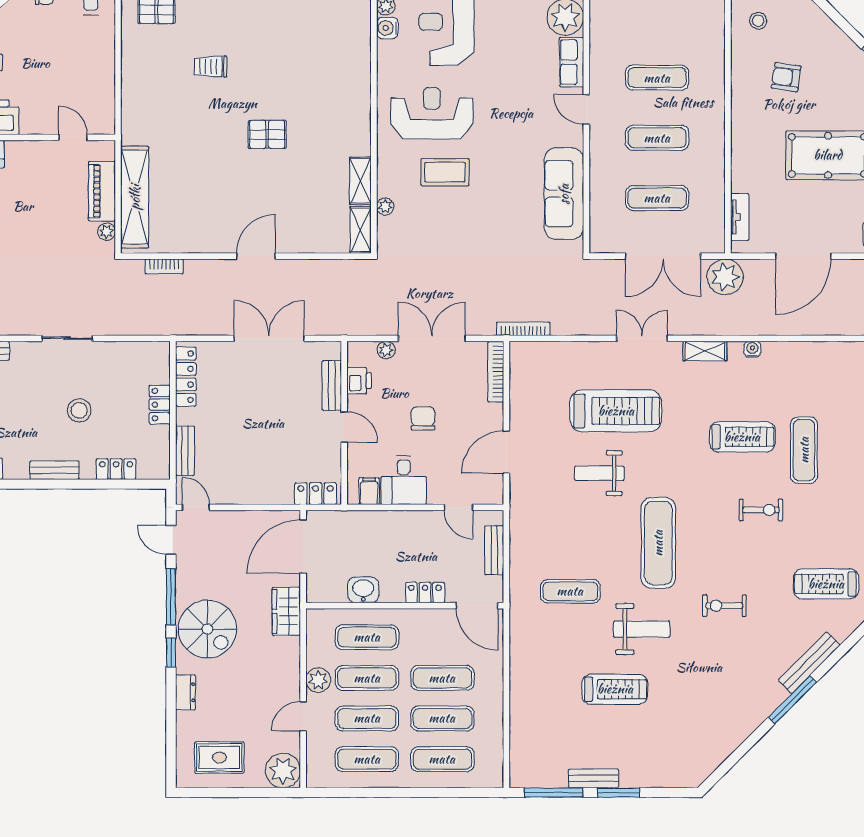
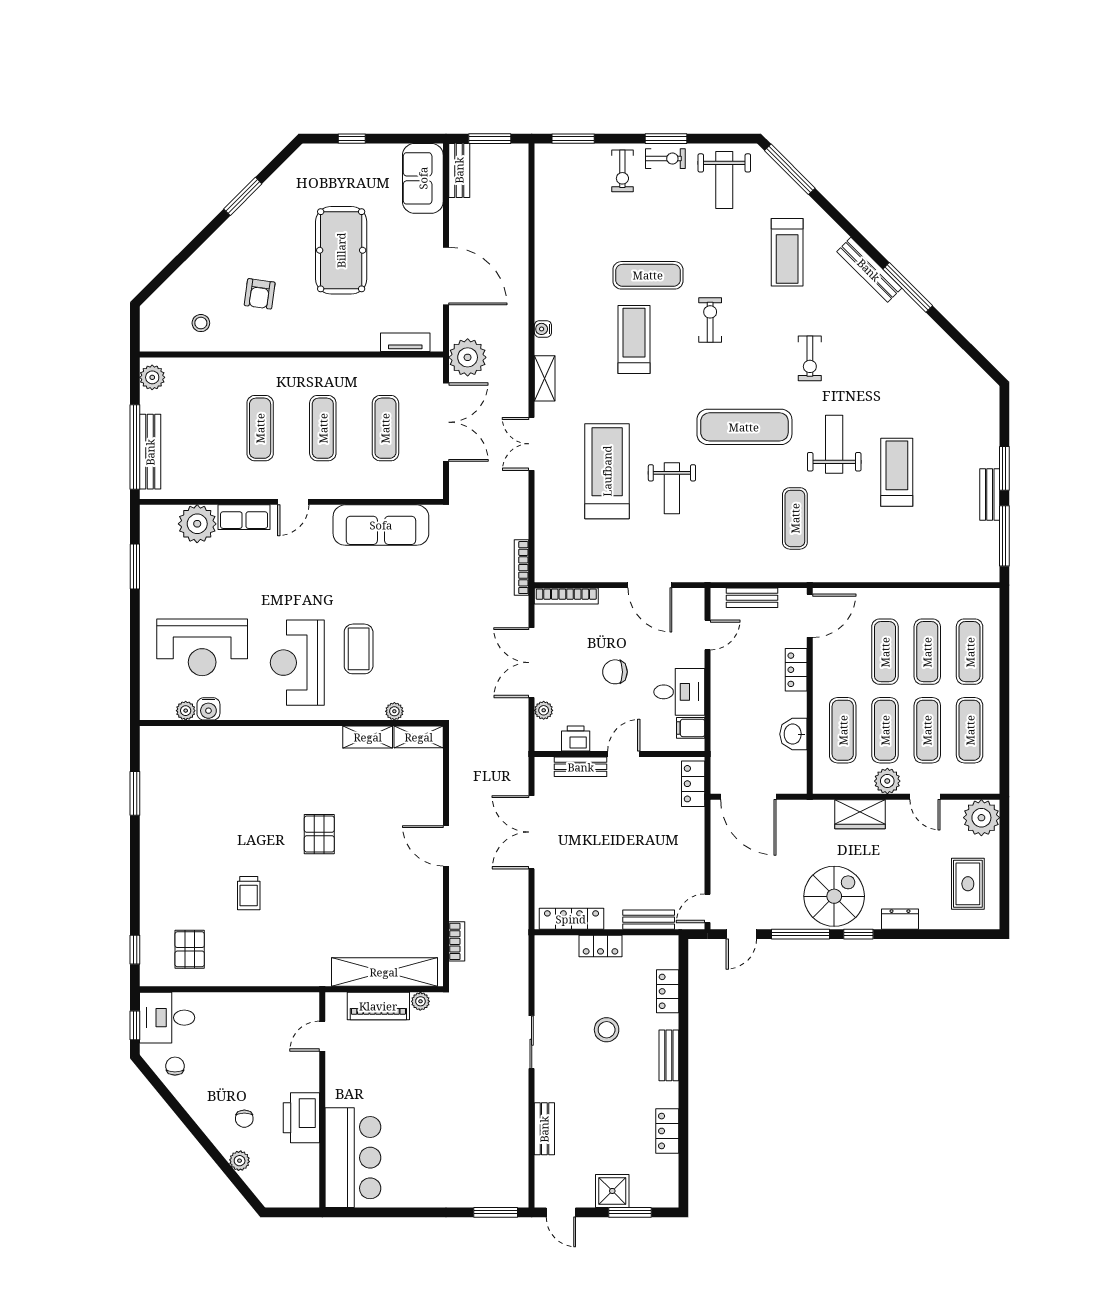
wardrobe: (286, 611) -> (860, 814), moved

